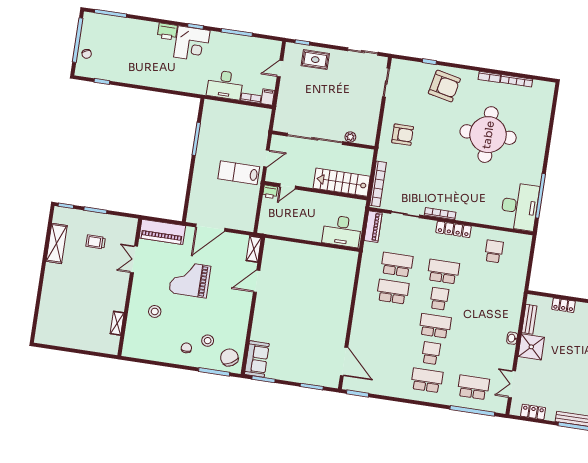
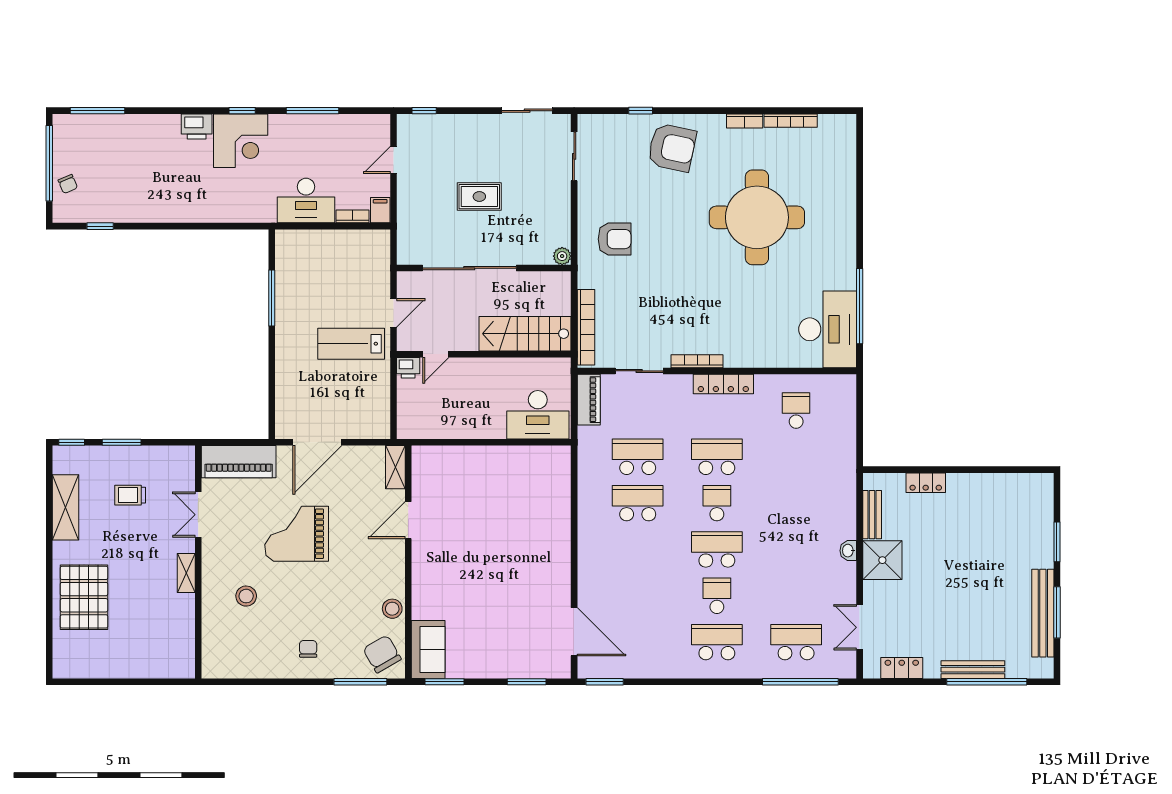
rug: (315, 60) -> (479, 197), moved
plant: (350, 137) -> (562, 256), moved
pallet: (60, 298) -> (84, 597), added
shelving: (117, 323) -> (186, 573), moved
stool: (208, 341) -> (392, 609), moved

